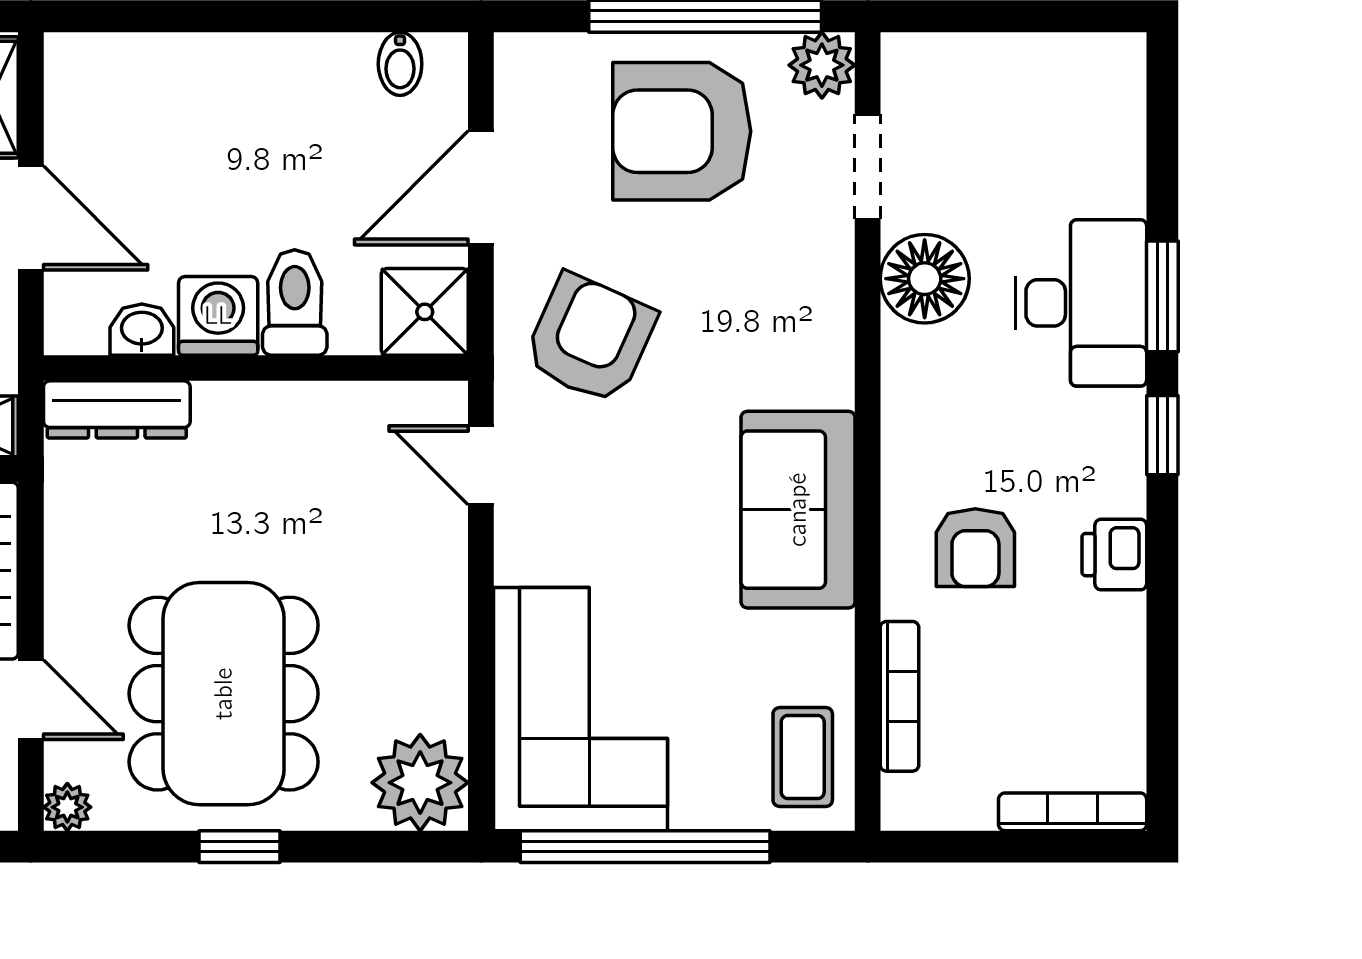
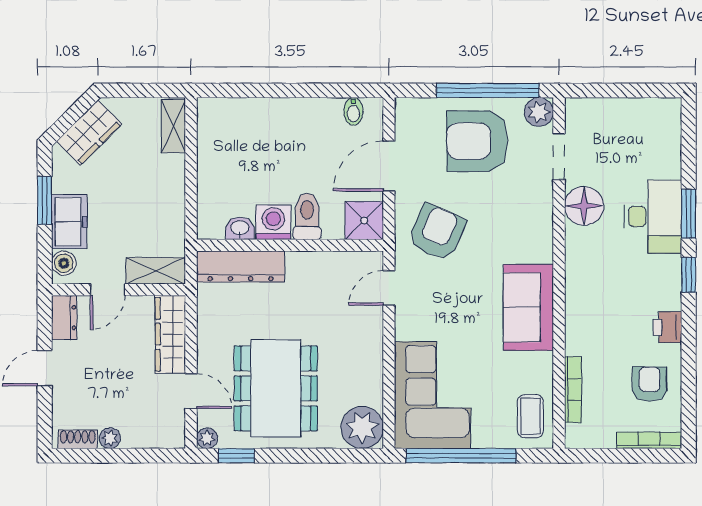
door: (31, 218) -> (191, 179), removed
dresser: (117, 409) -> (241, 266), width x1.37, depth x1.24
door: (481, 465) -> (389, 288), hinge flipped
armchair: (975, 548) -> (649, 384), moved, turned 180
window: (239, 847) -> (236, 456), moved

